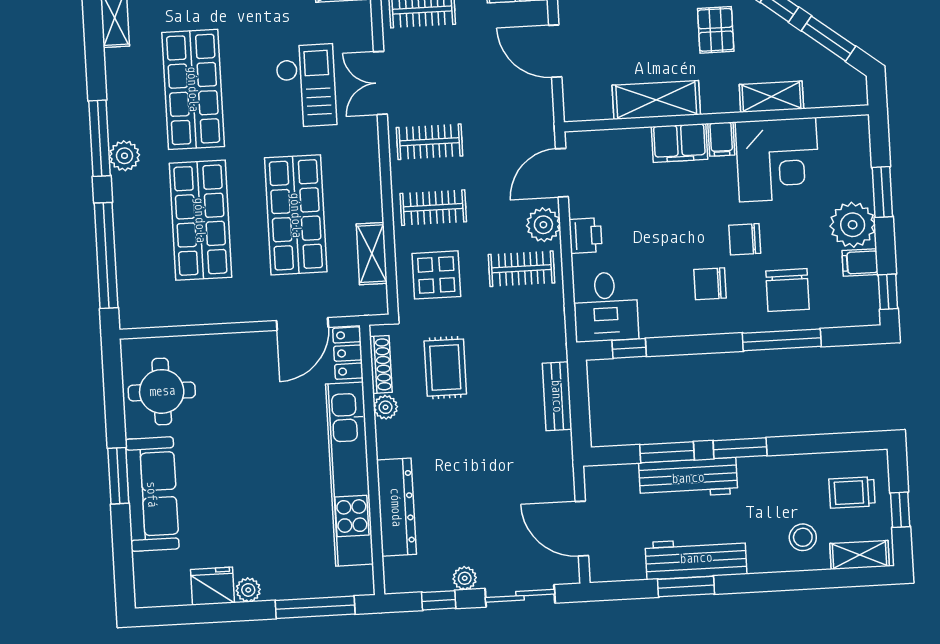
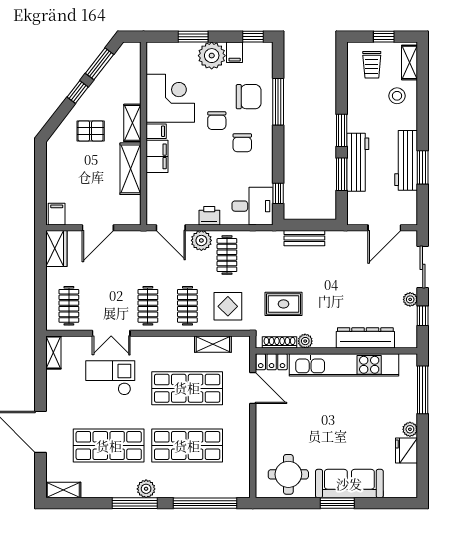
shelving: (771, 97) -> (132, 123), moved

